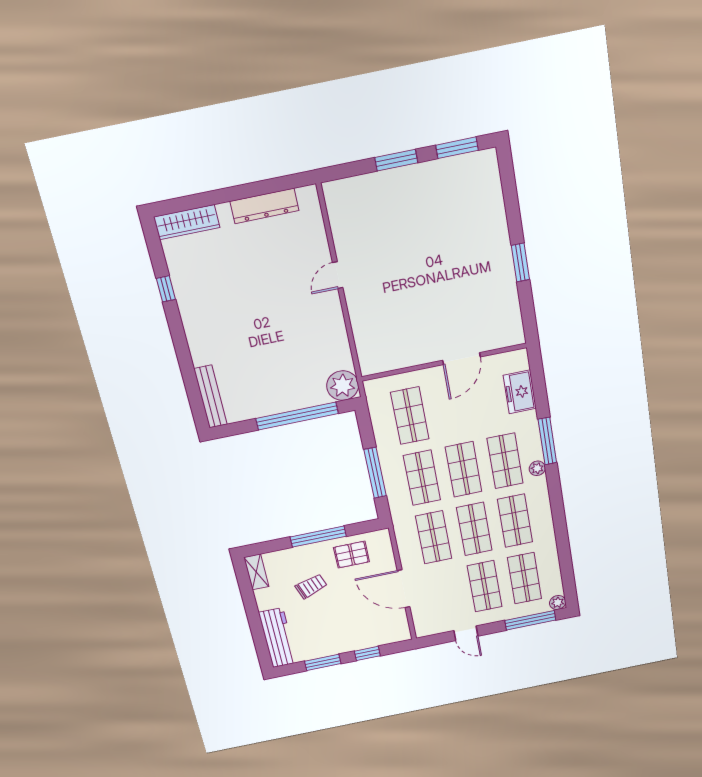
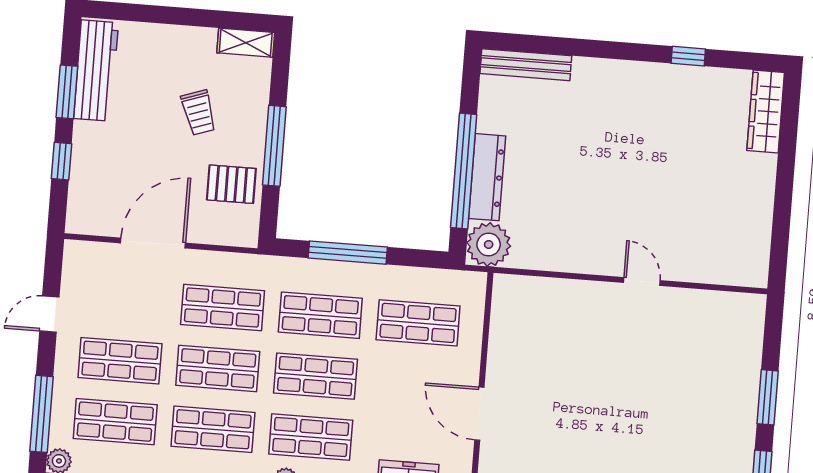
dresser: (264, 206) -> (487, 177), moved, turned 180
pallet: (351, 555) -> (231, 184), turned 90
workbench: (278, 638) -> (96, 71), moved, turned -90

